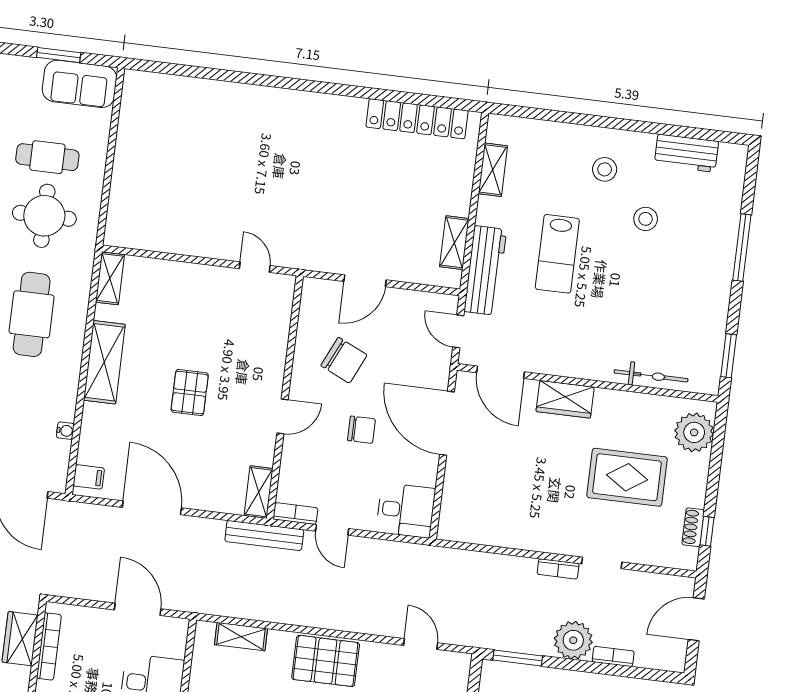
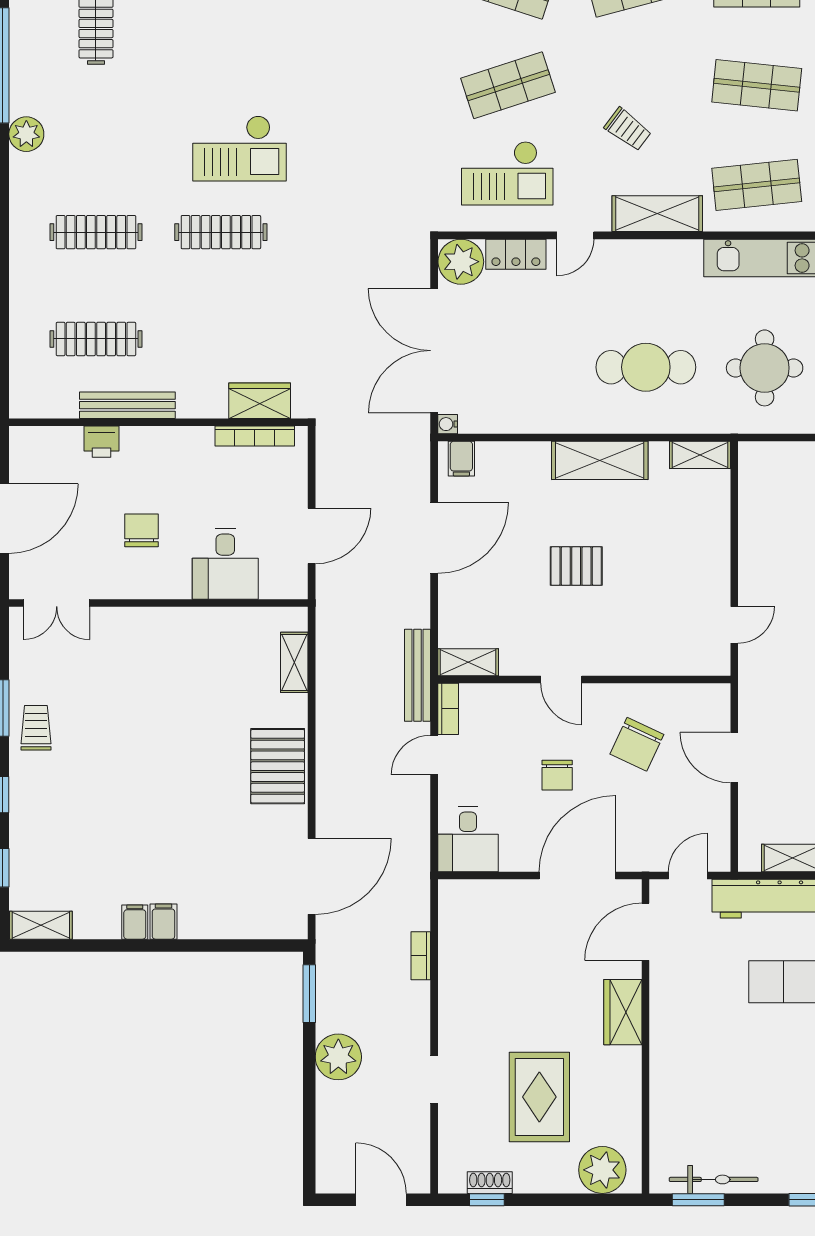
bicycle: (651, 376) -> (714, 1179), moved, turned -90
water cooler: (65, 431) -> (448, 424), moved, turned 90
bookcase: (558, 569) -> (421, 956), moved
door: (421, 644) -> (312, 876), width x1.87
bookcase: (613, 656) -> (325, 1107), removed

